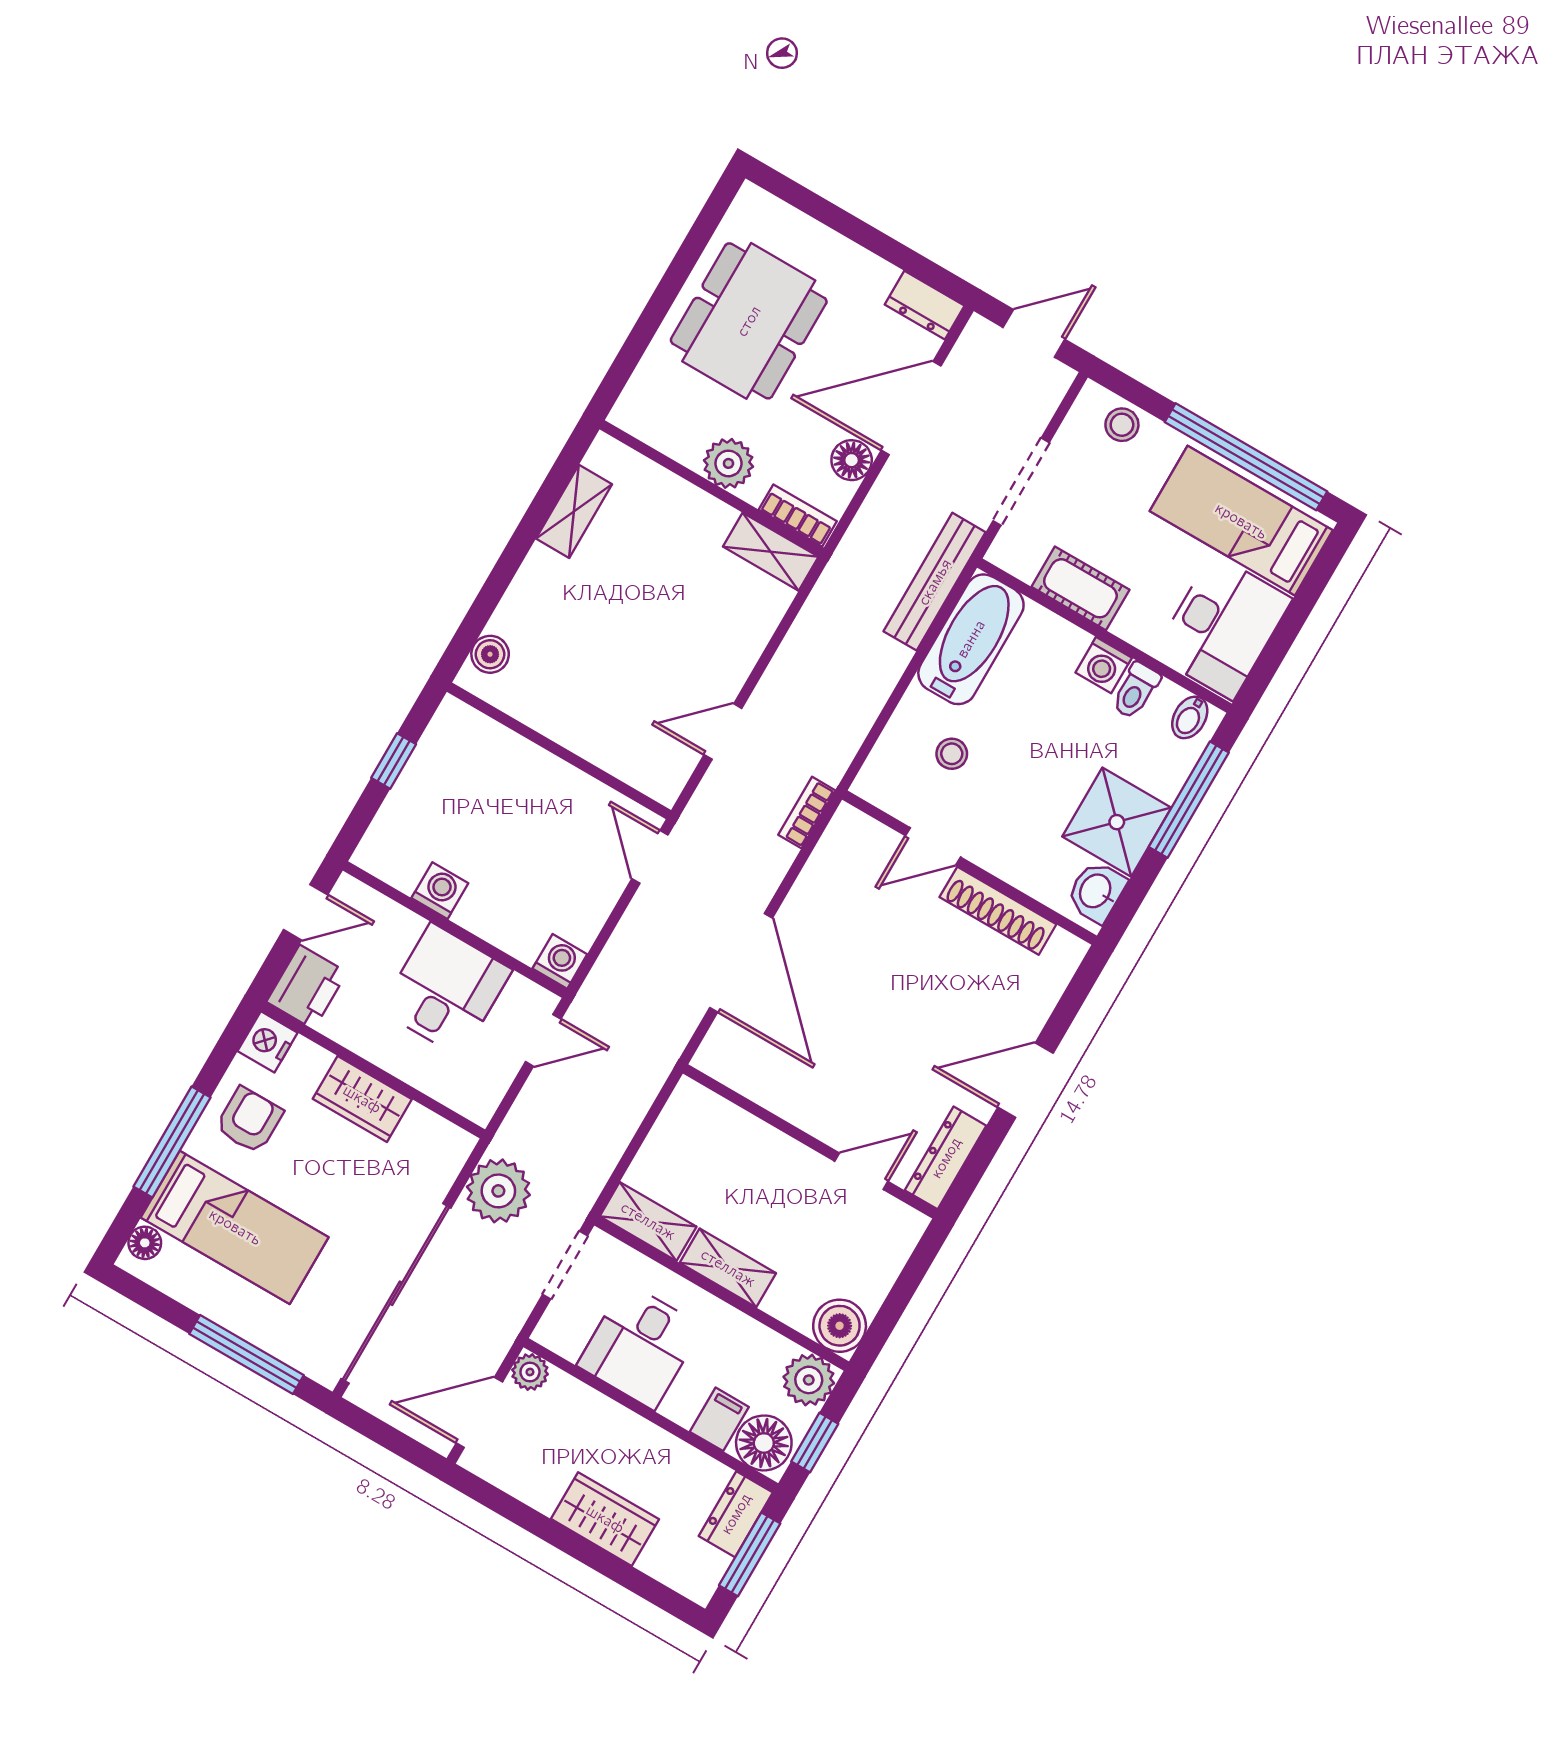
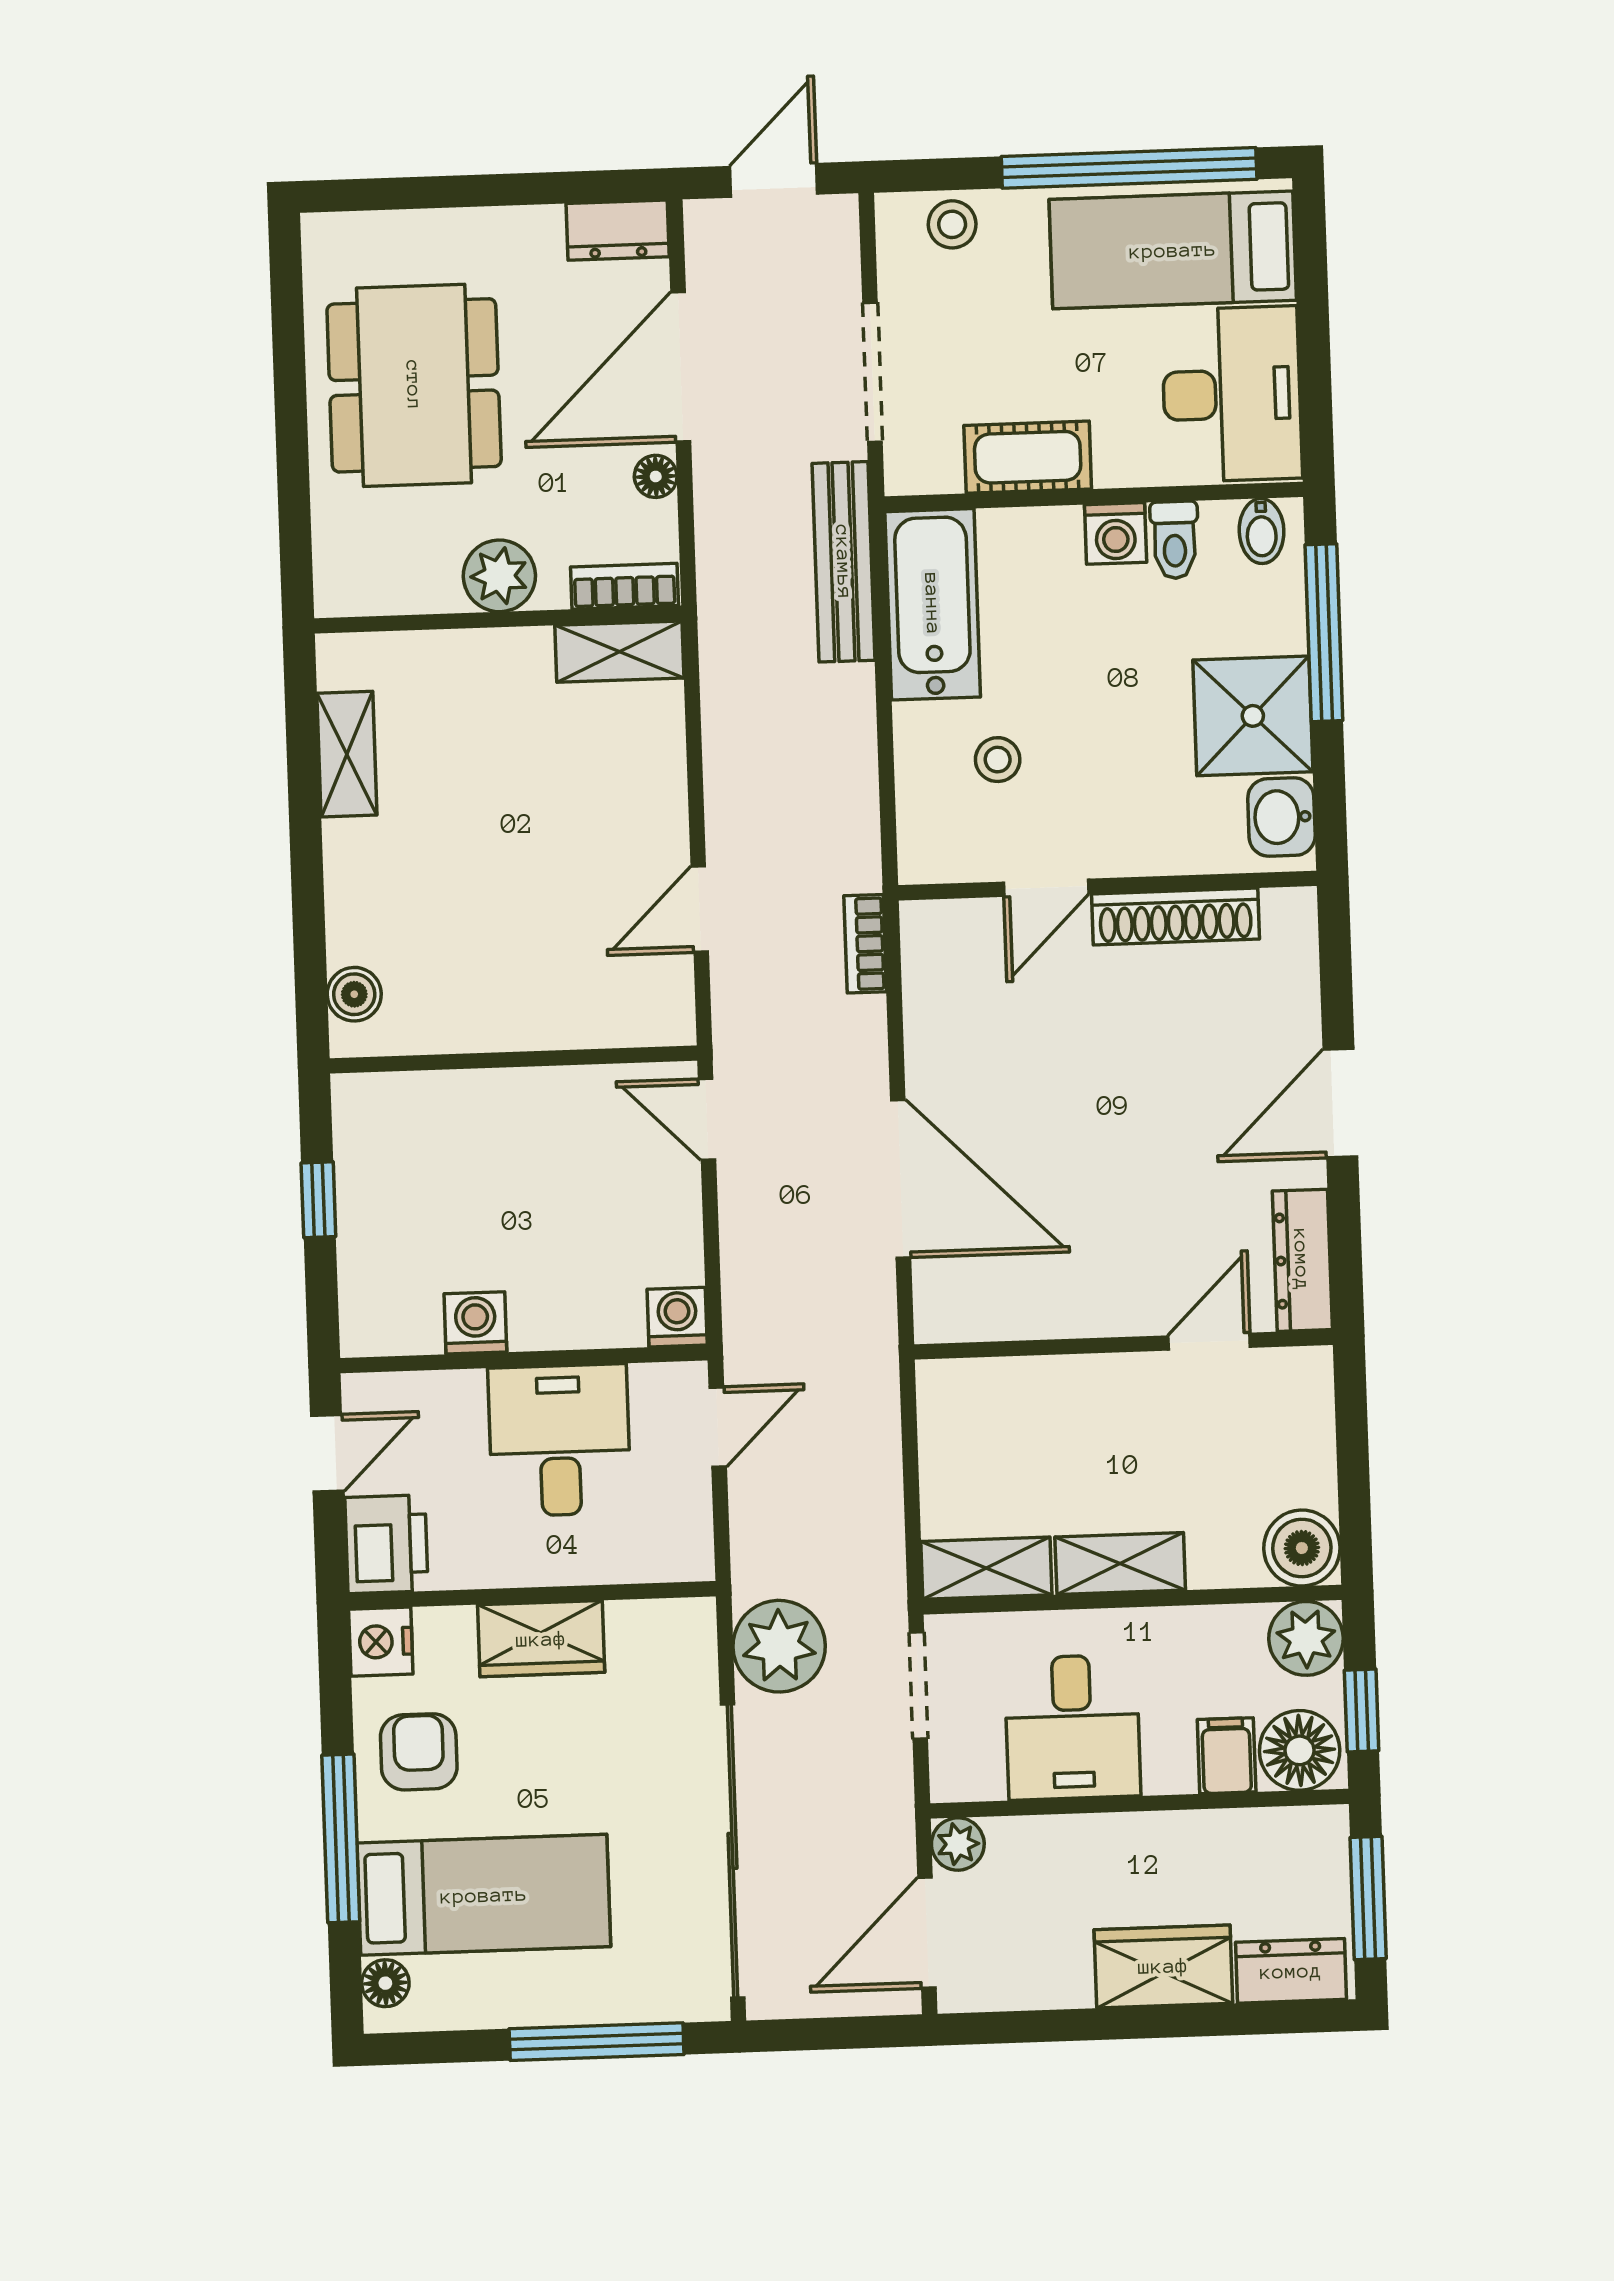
floor lamp: (852, 460) -> (656, 476), width x0.73, depth x0.73
dresser: (736, 1514) -> (1291, 1971), moved, turned 90

